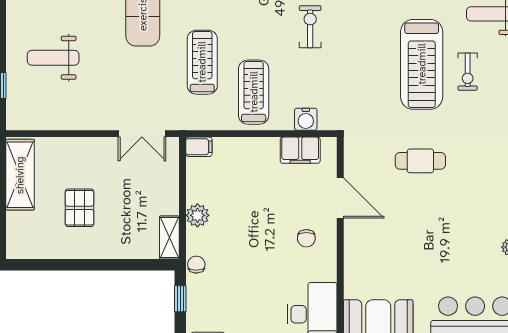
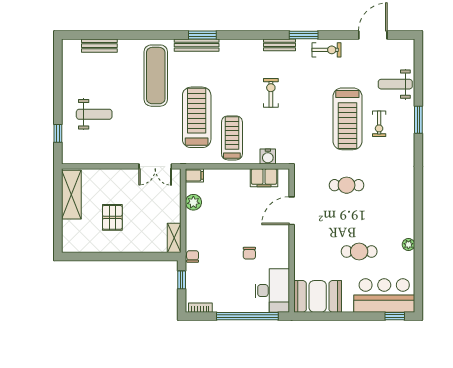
weight bench: (53, 58) -> (94, 114), turned 180
treadmill: (202, 62) -> (197, 117), width x1.37, depth x1.38
door: (340, 198) -> (292, 211), swing flipped
plant: (197, 215) -> (193, 202), moved
chair: (306, 238) -> (249, 253), moved
cafe table: (439, 257) -> (359, 252), added

